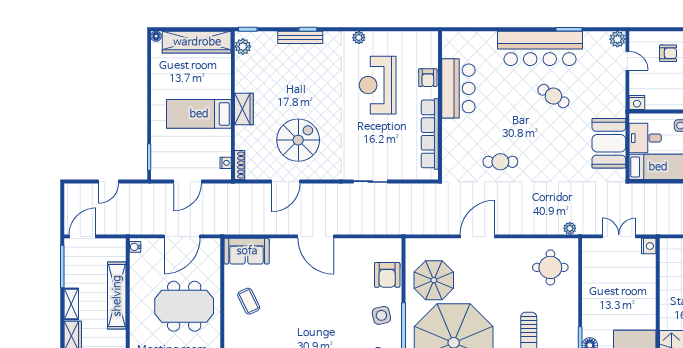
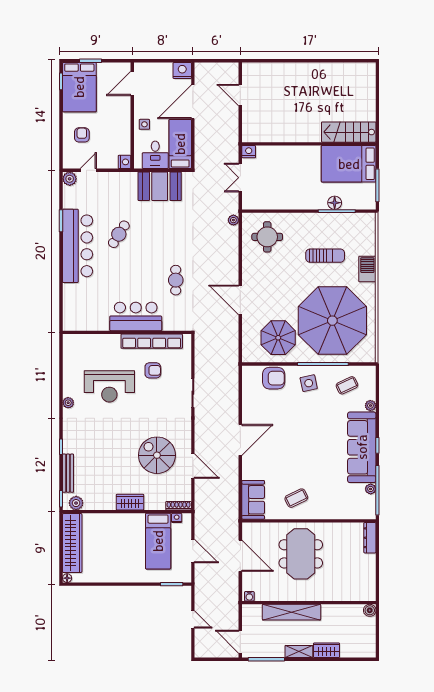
bench: (300, 37) -> (68, 473), moved
armchair: (428, 78) -> (153, 370), moved
bar counter: (458, 88) -> (136, 316), moved
bed: (199, 114) -> (158, 541), moved

